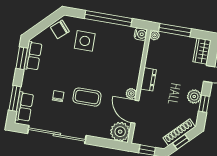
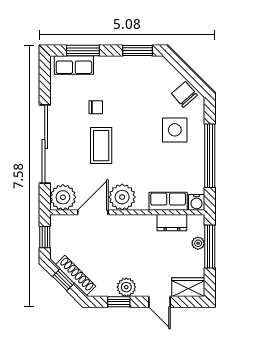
plant: (155, 35) -> (198, 243), moved
row of seats: (33, 56) -> (168, 201), moved, turned 180
dresser: (148, 79) -> (172, 223), moved
plant: (131, 93) -> (122, 197), width x1.88, depth x1.88
sliding door: (57, 134) -> (45, 144), moved

